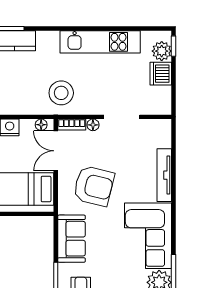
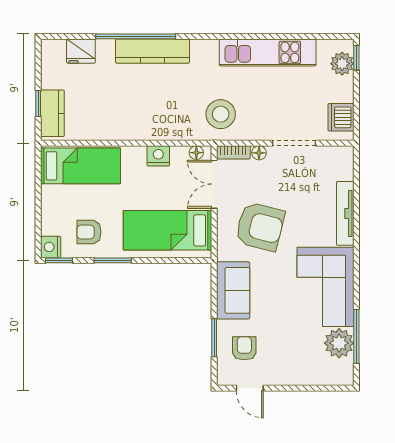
dishwasher: (161, 74) -> (341, 117), moved

